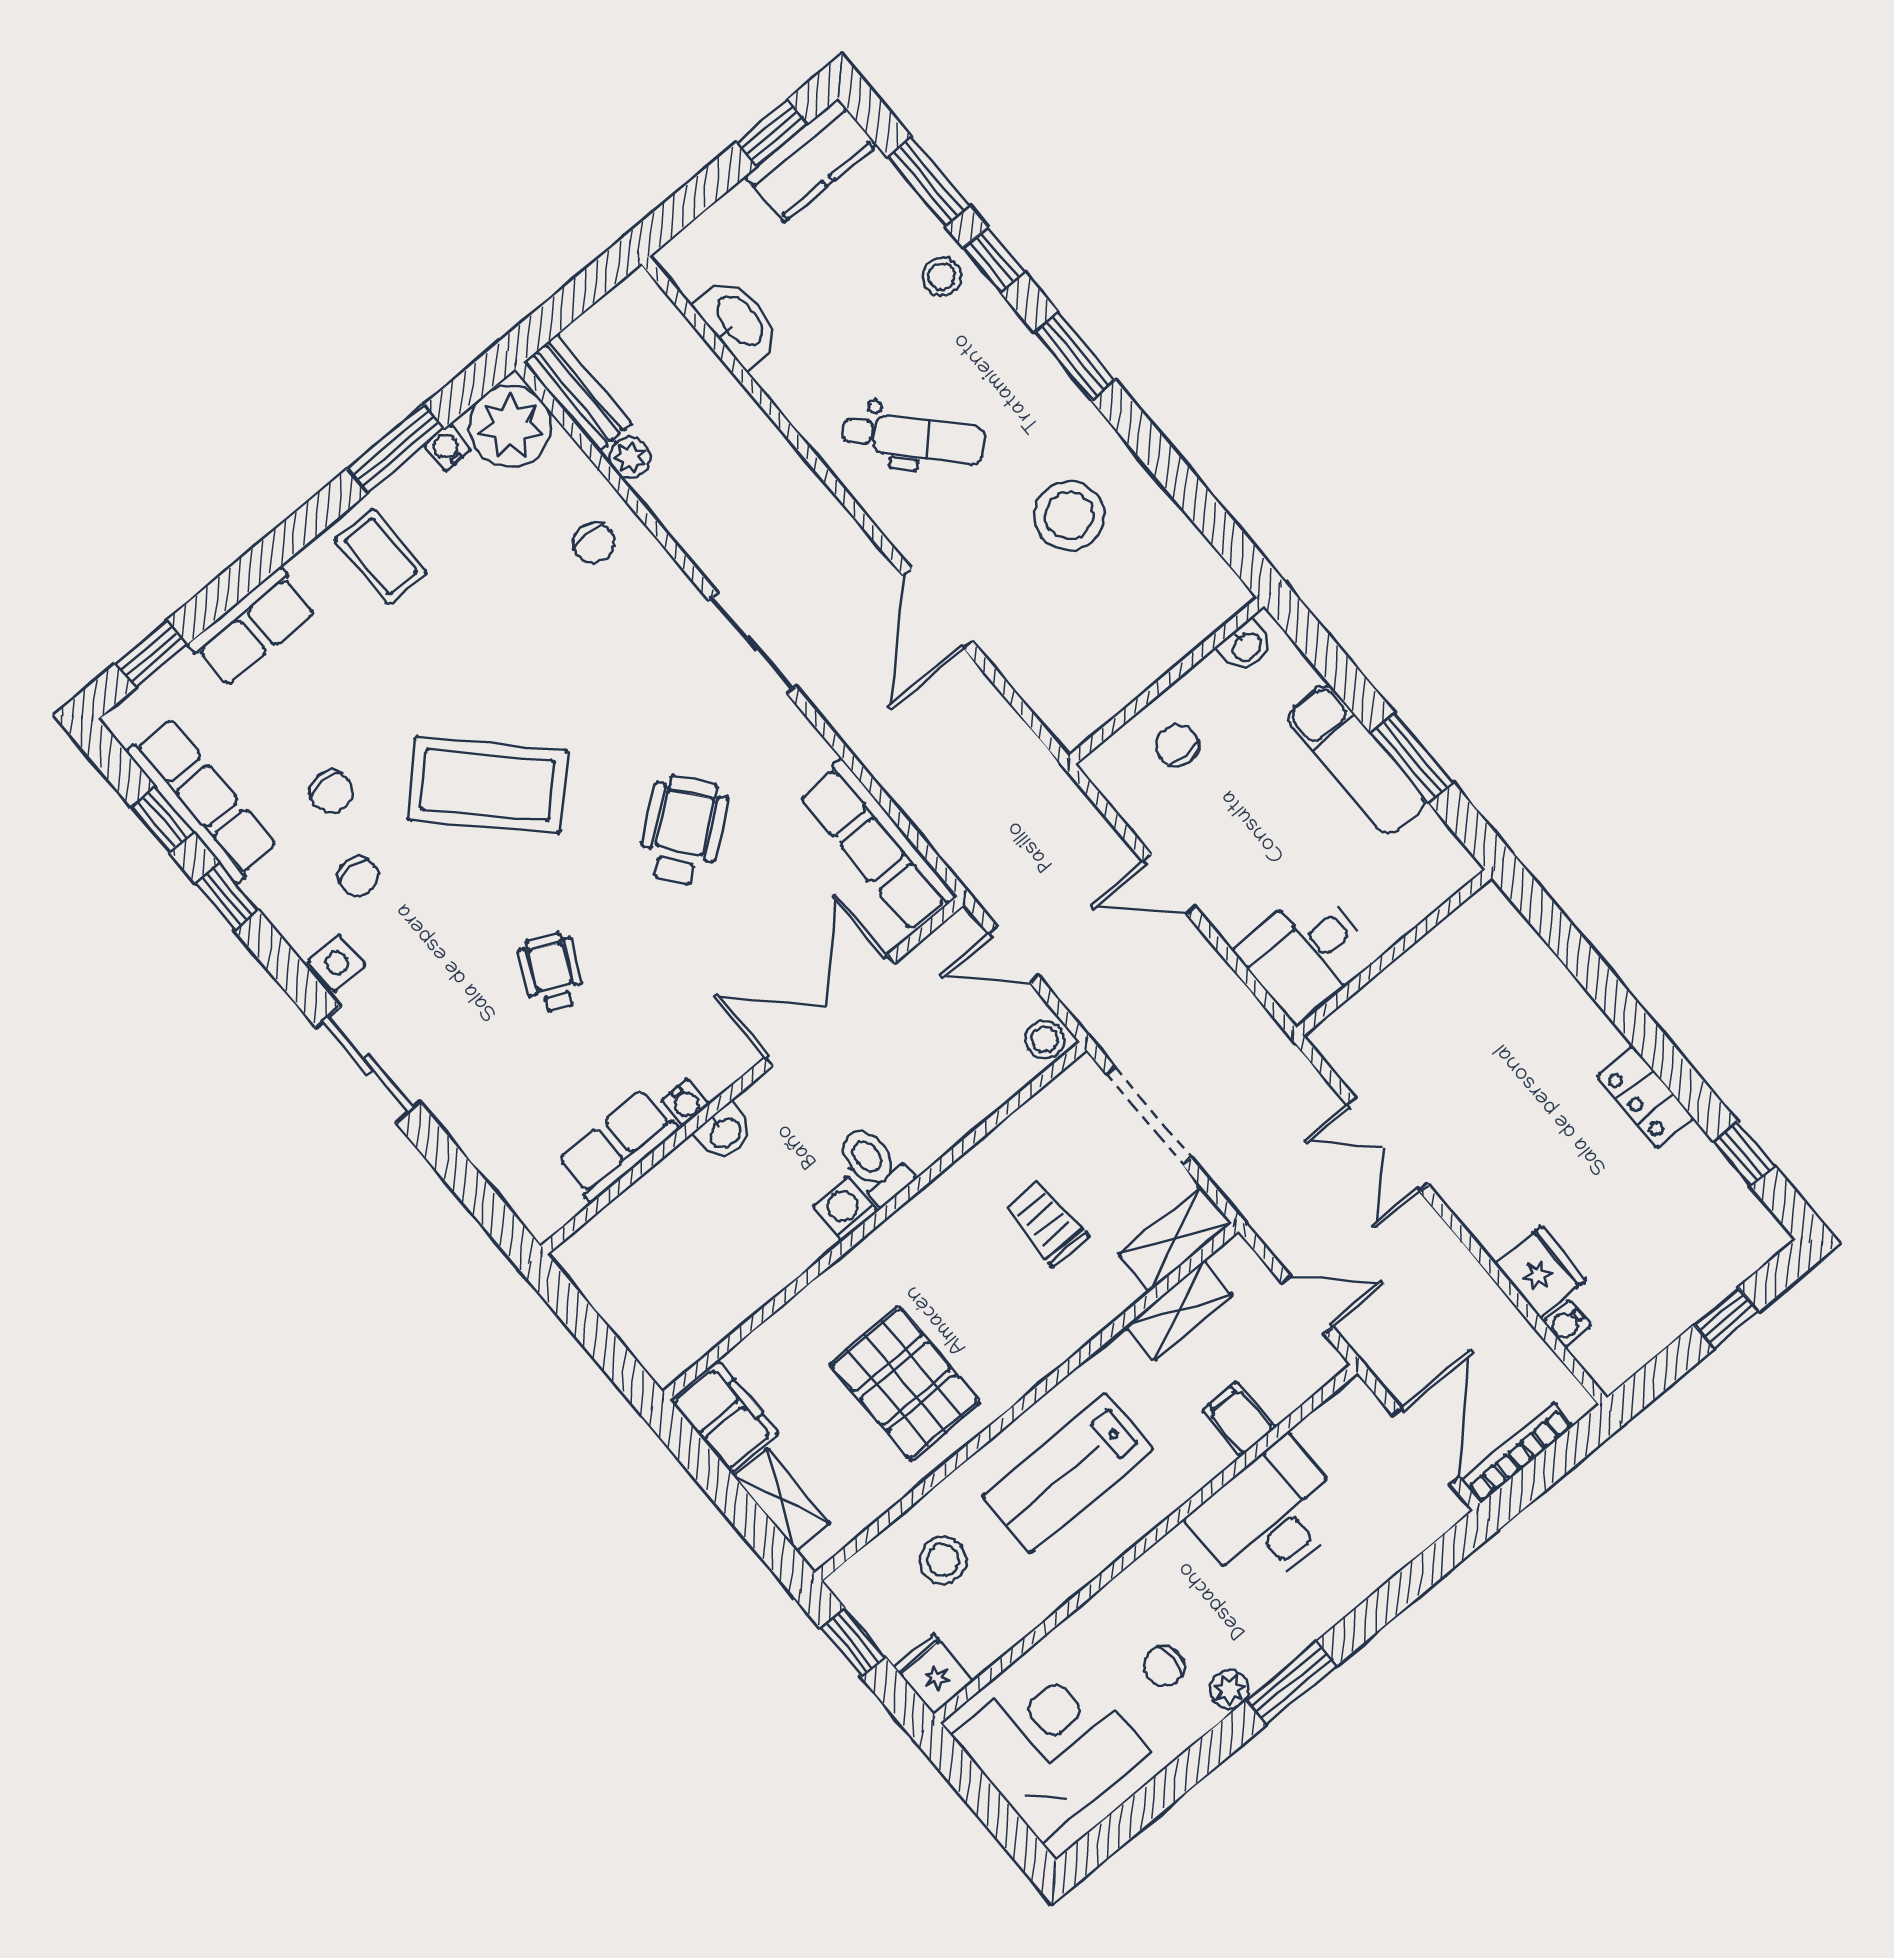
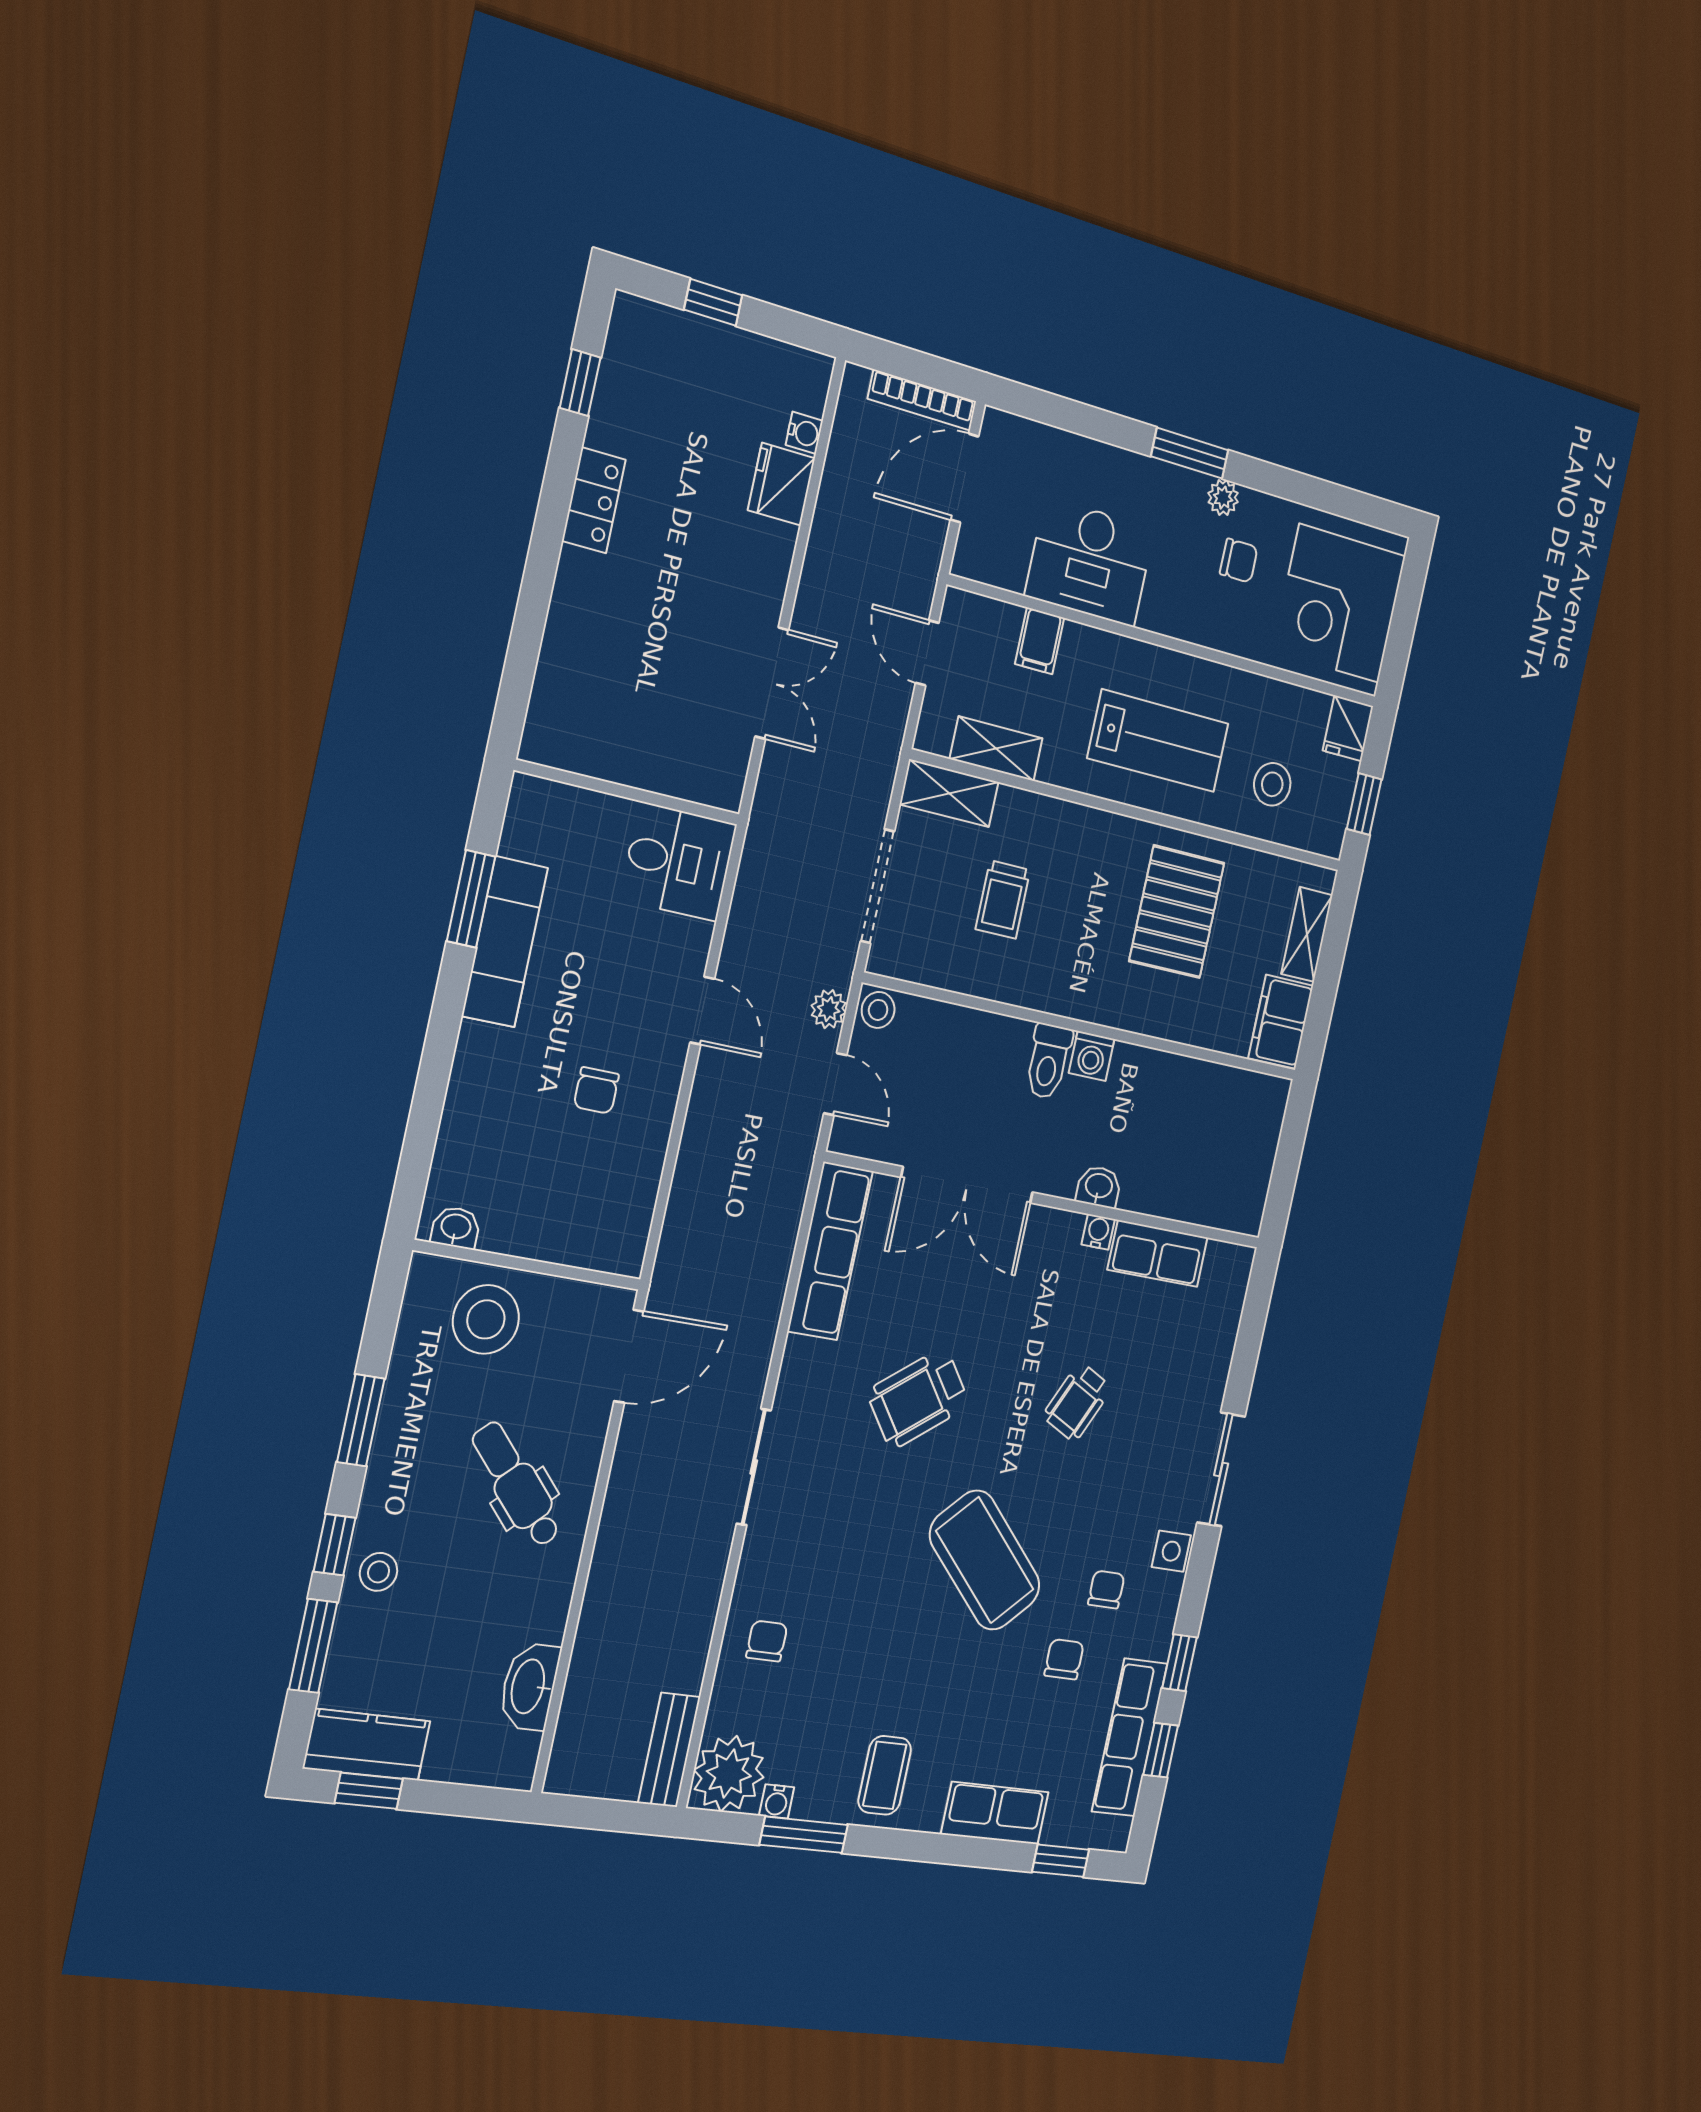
plant: (630, 458) -> (829, 1009), moved
washbasin: (1246, 646) -> (456, 1228), moved
wall: (1166, 681) -> (528, 1265), moved

